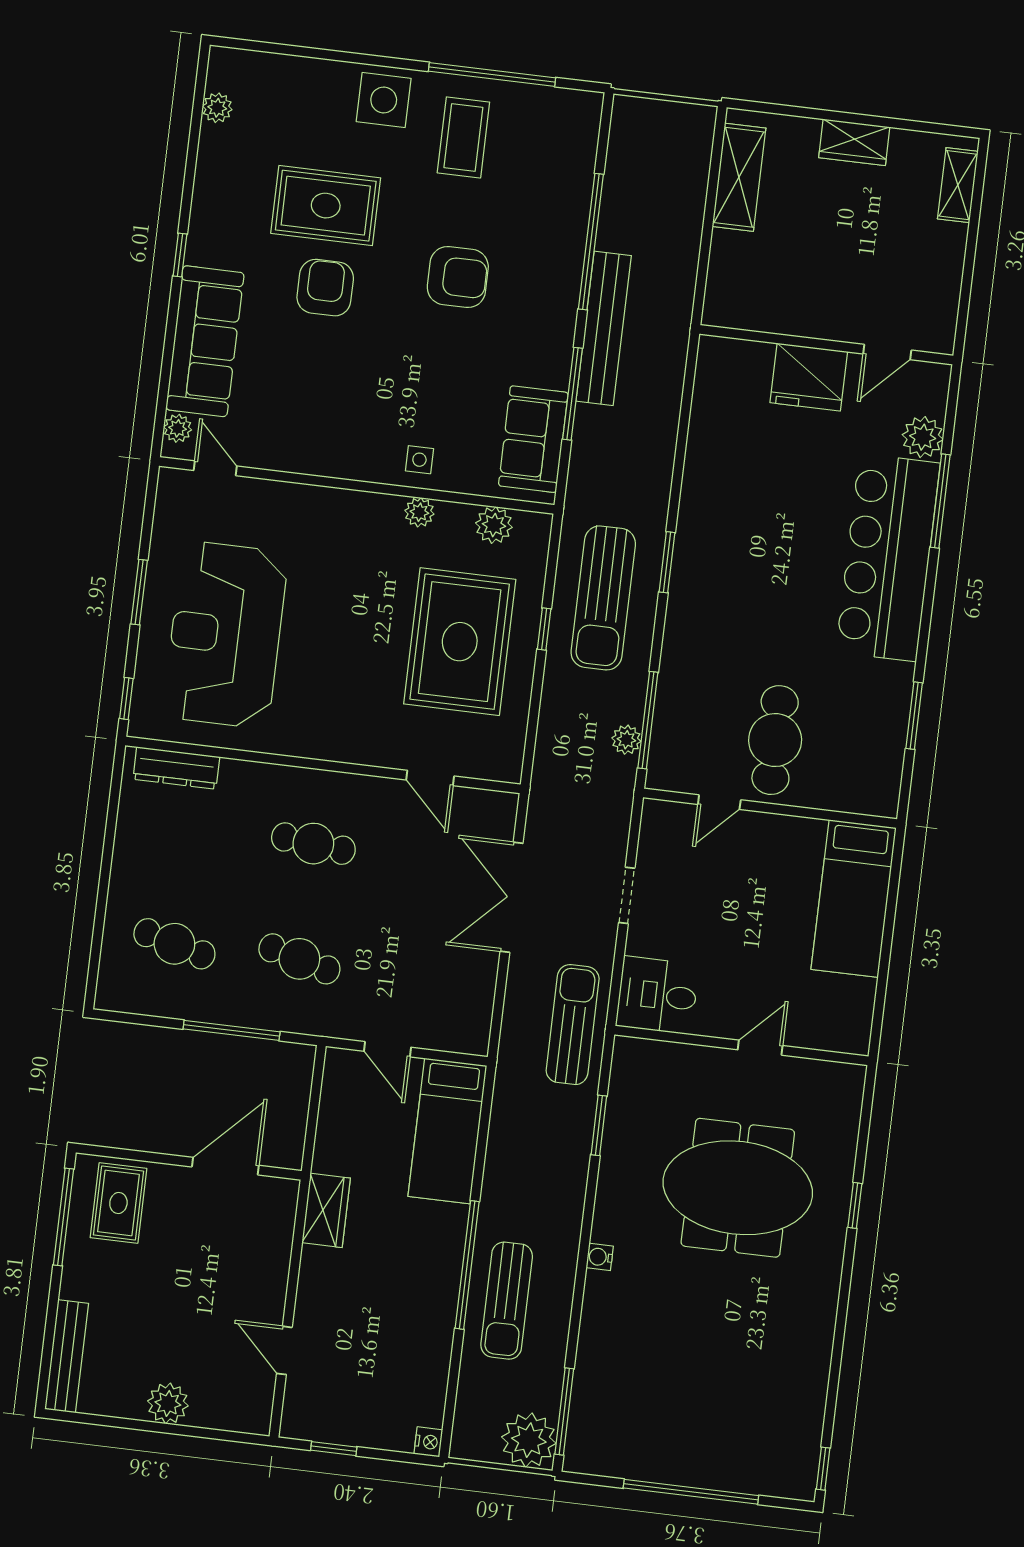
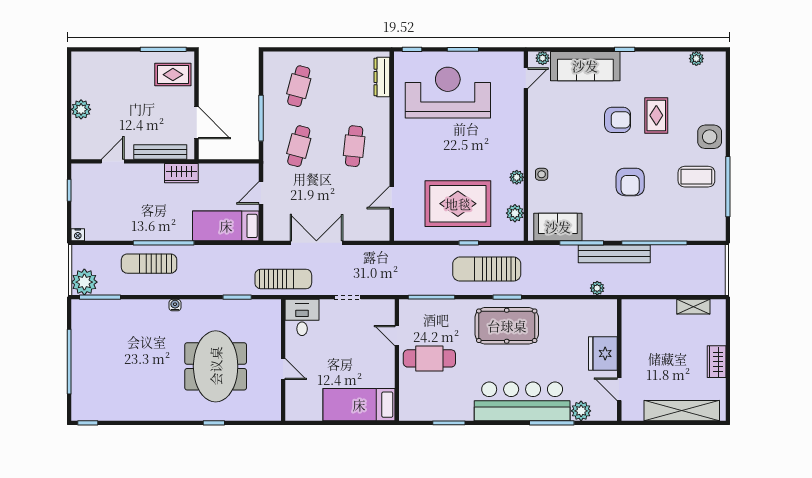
shelving: (739, 177) -> (693, 307), width x0.67, depth x0.75
shelving: (958, 185) -> (682, 411), width x2.20, depth x1.33
rug: (326, 206) -> (656, 115), width x0.73, depth x0.70
pool table: (726, 571) -> (507, 326), added
plant: (626, 740) -> (597, 288), moved
double door: (512, 897) -> (316, 243), moved
bench: (67, 1356) -> (160, 152), moved

